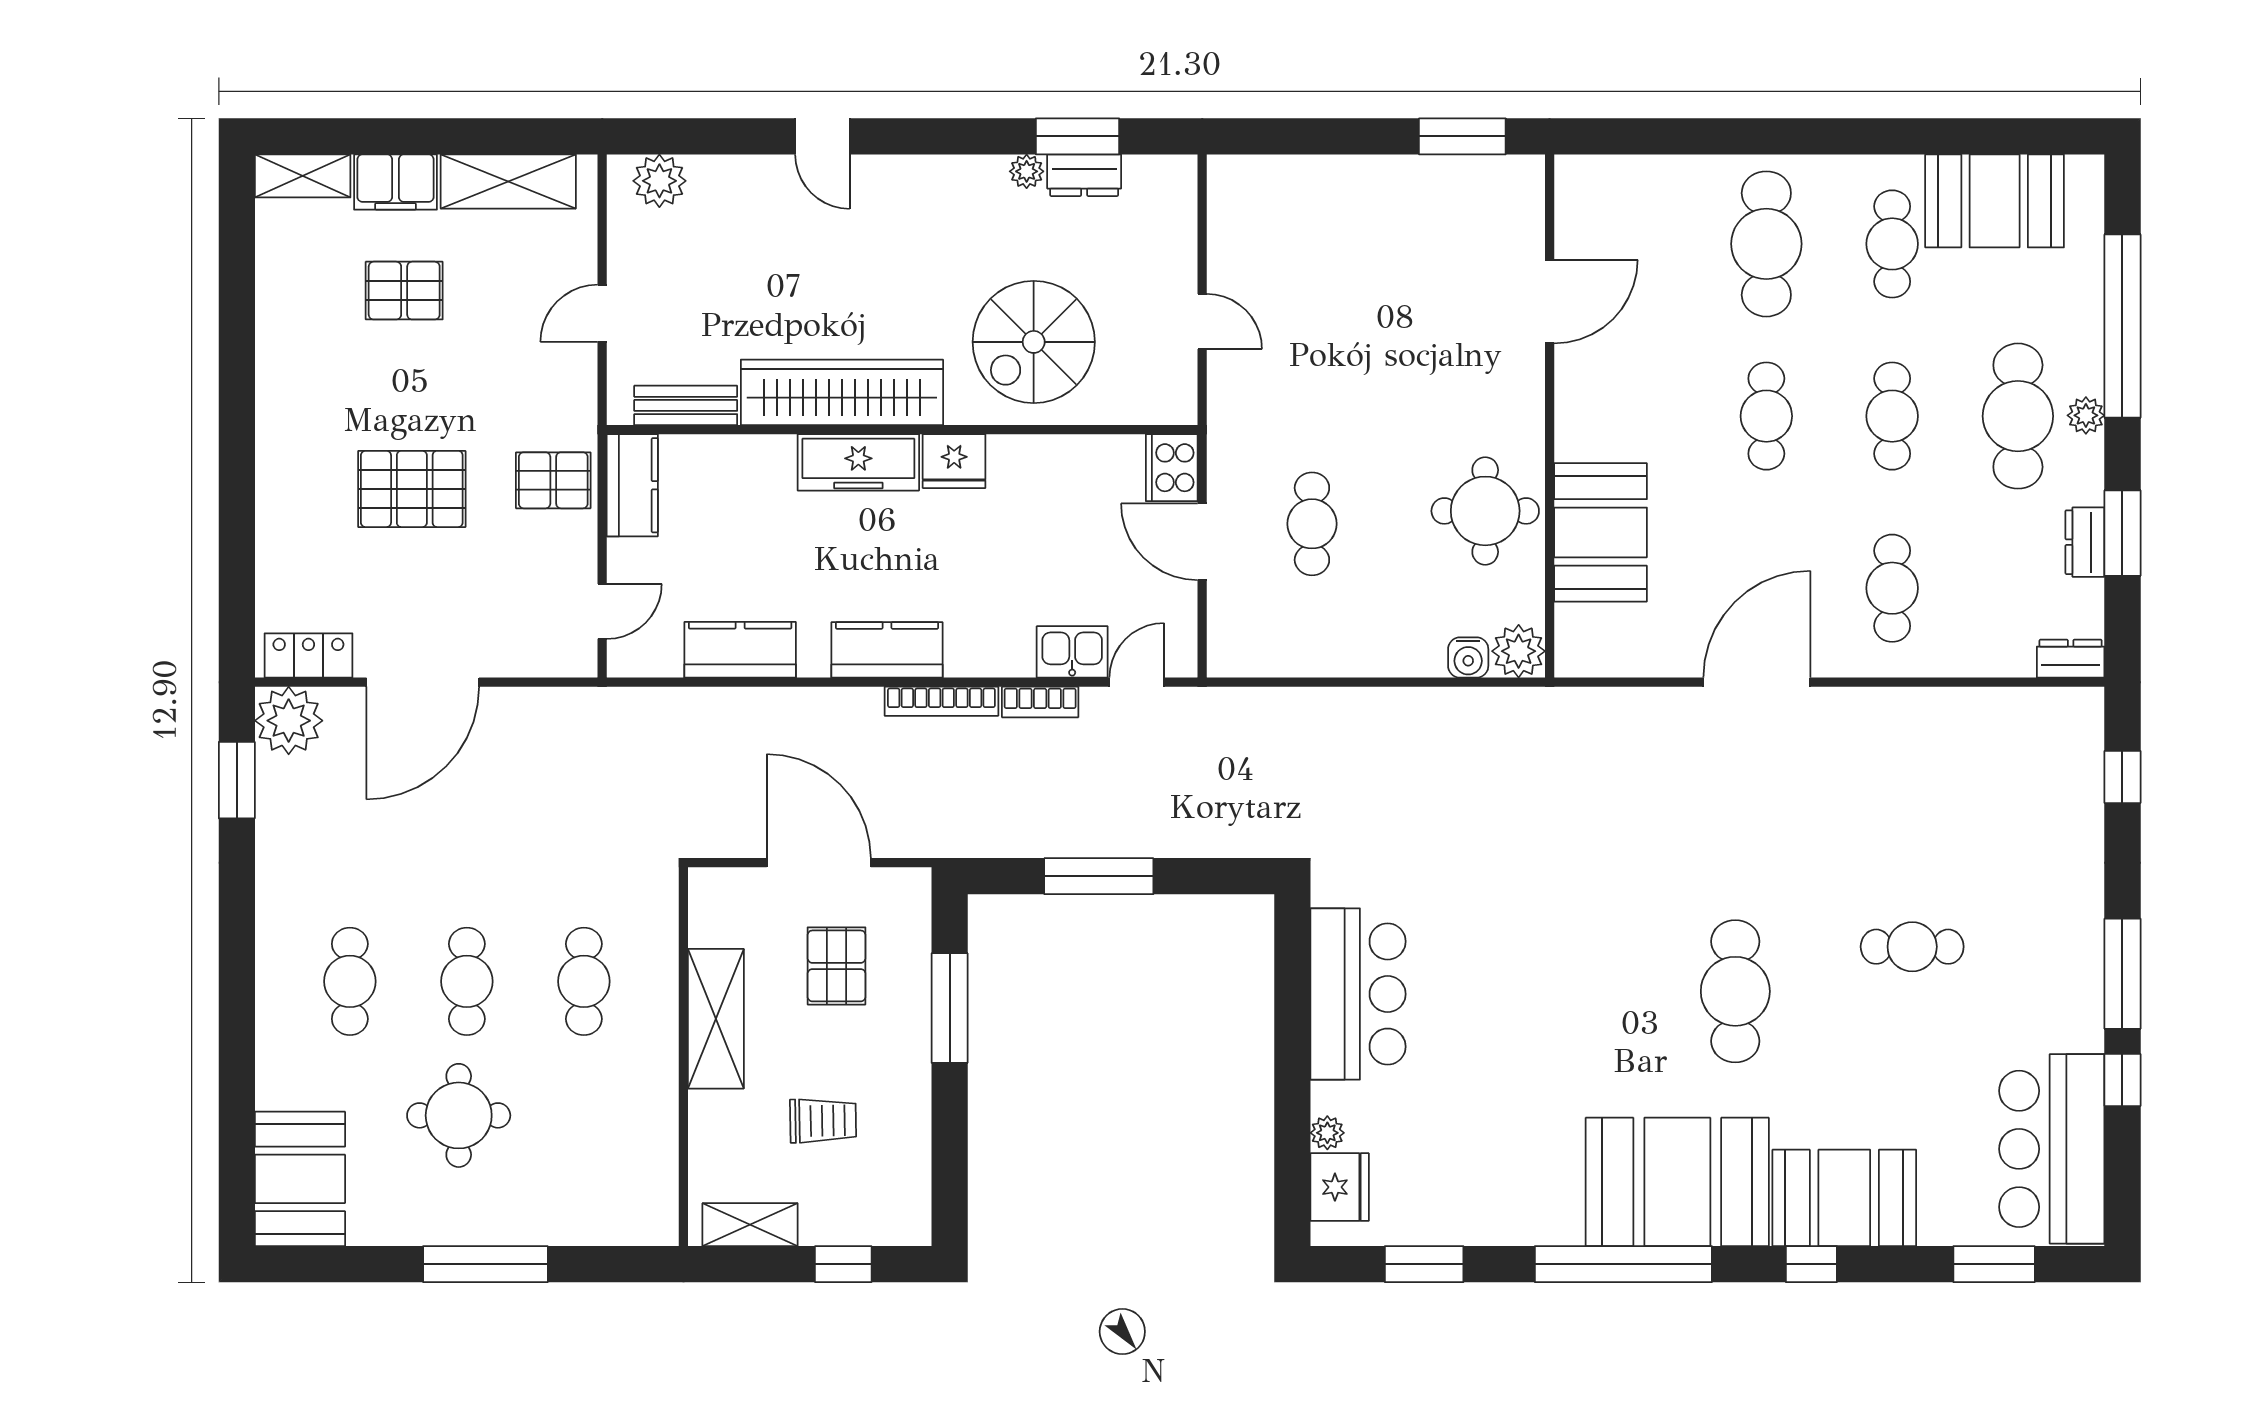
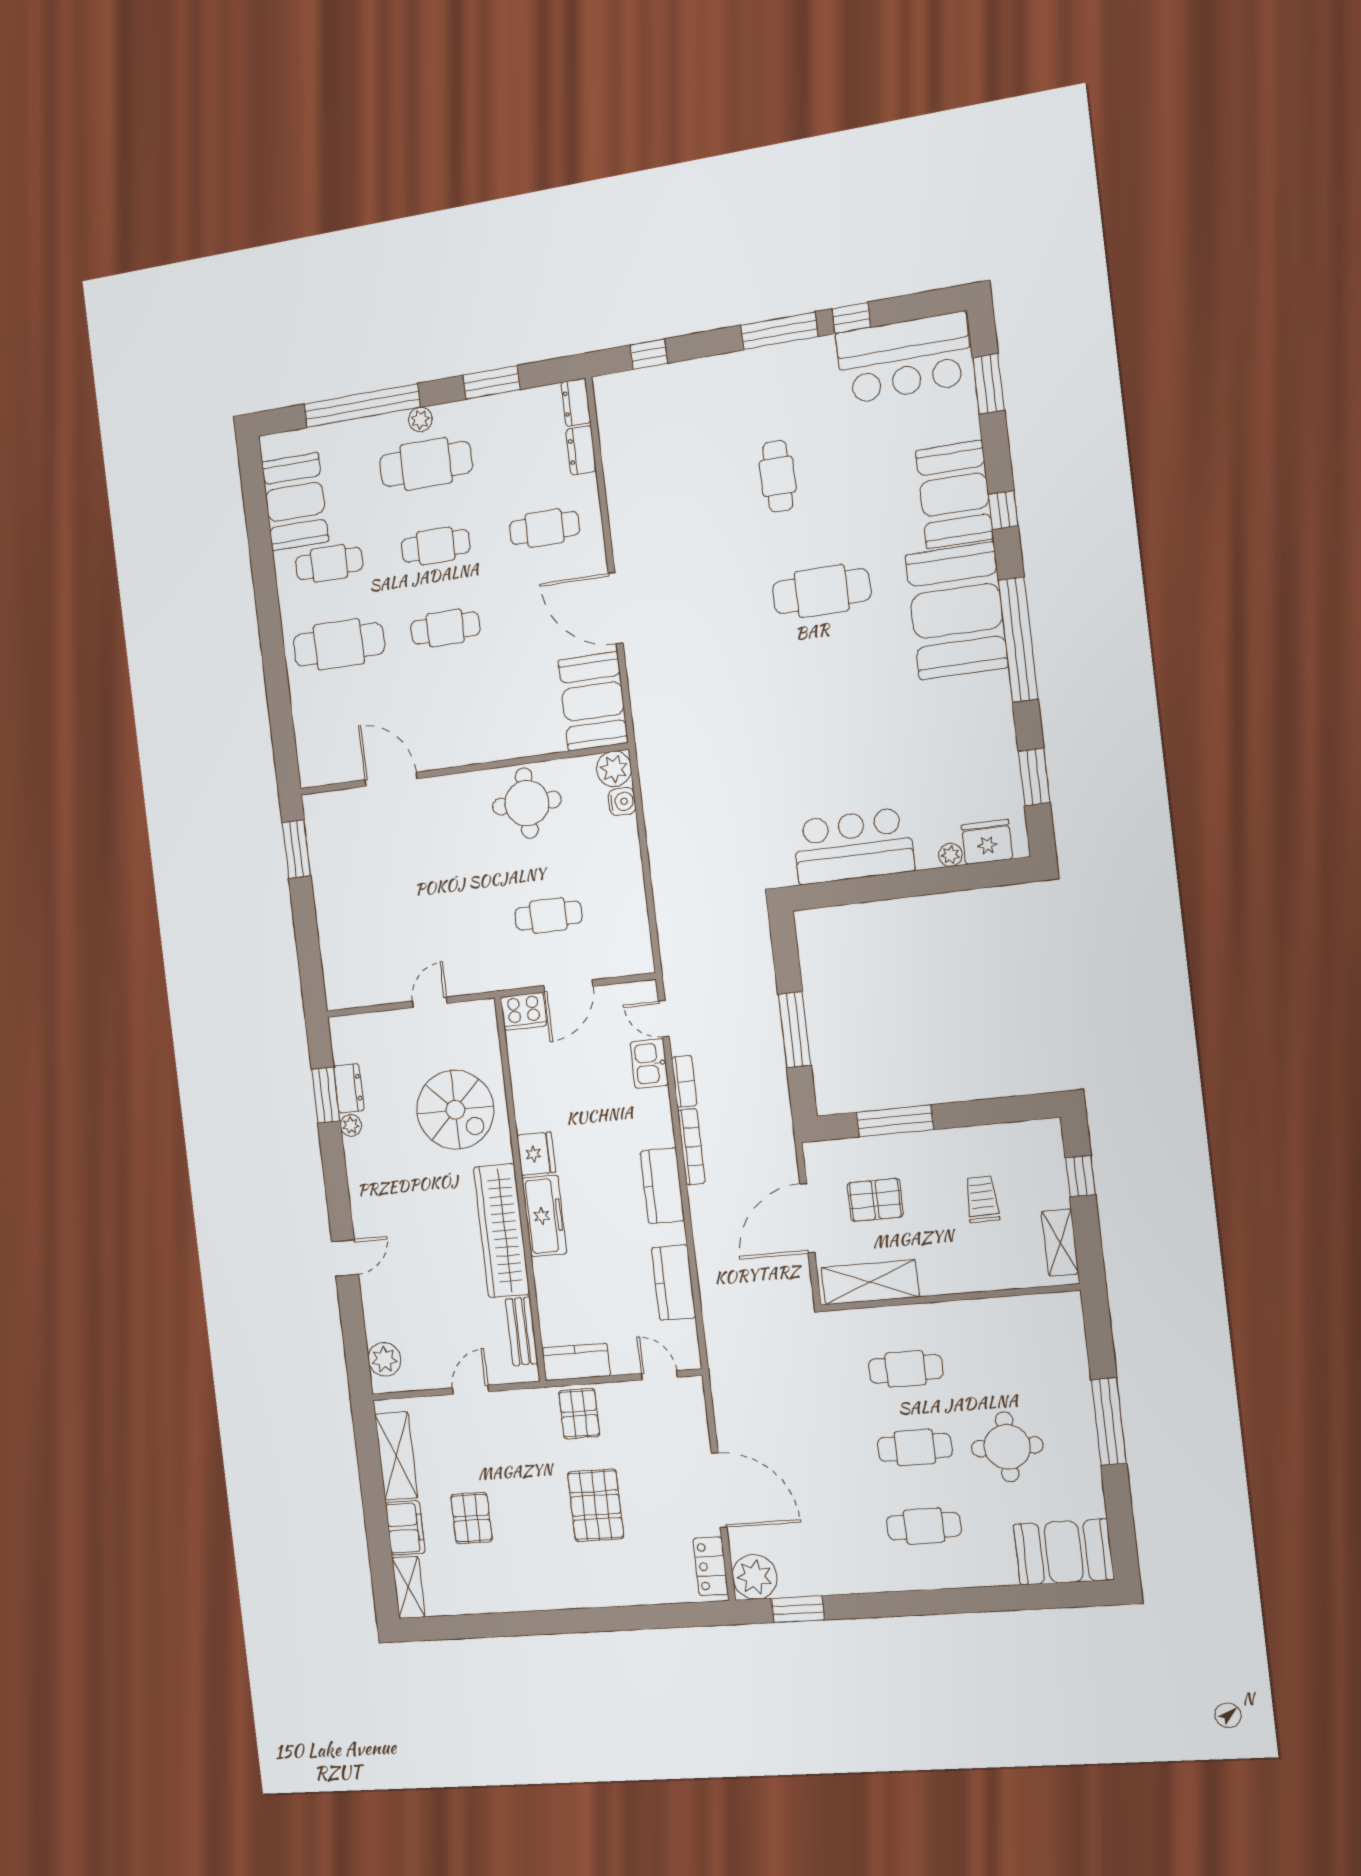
door: (602, 313) -> (470, 1390), swing flipped
booth: (1600, 532) -> (593, 701), moved, turned 90
dresser: (2085, 542) -> (581, 450), moved, turned 90
shelving: (716, 1019) -> (870, 1282), moved

